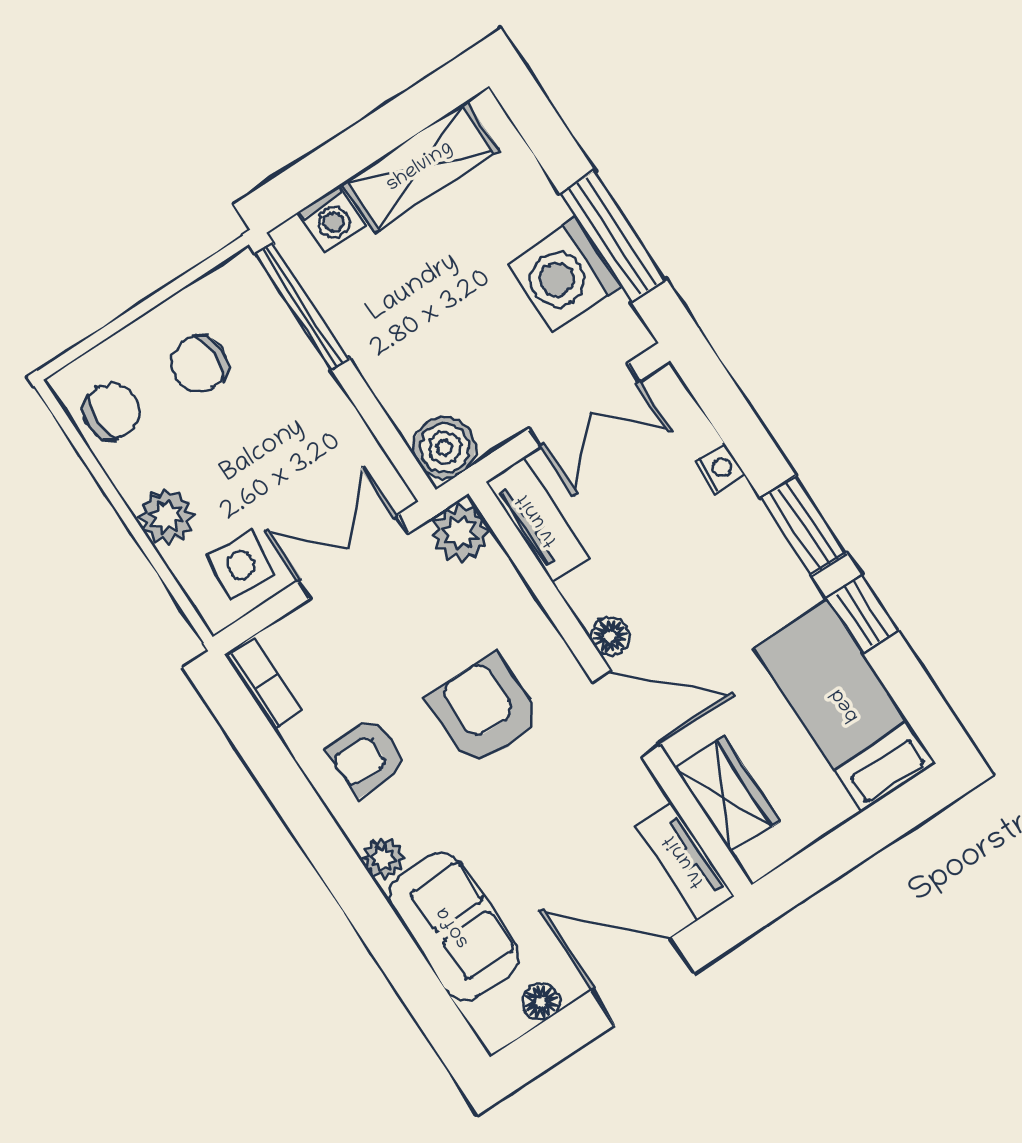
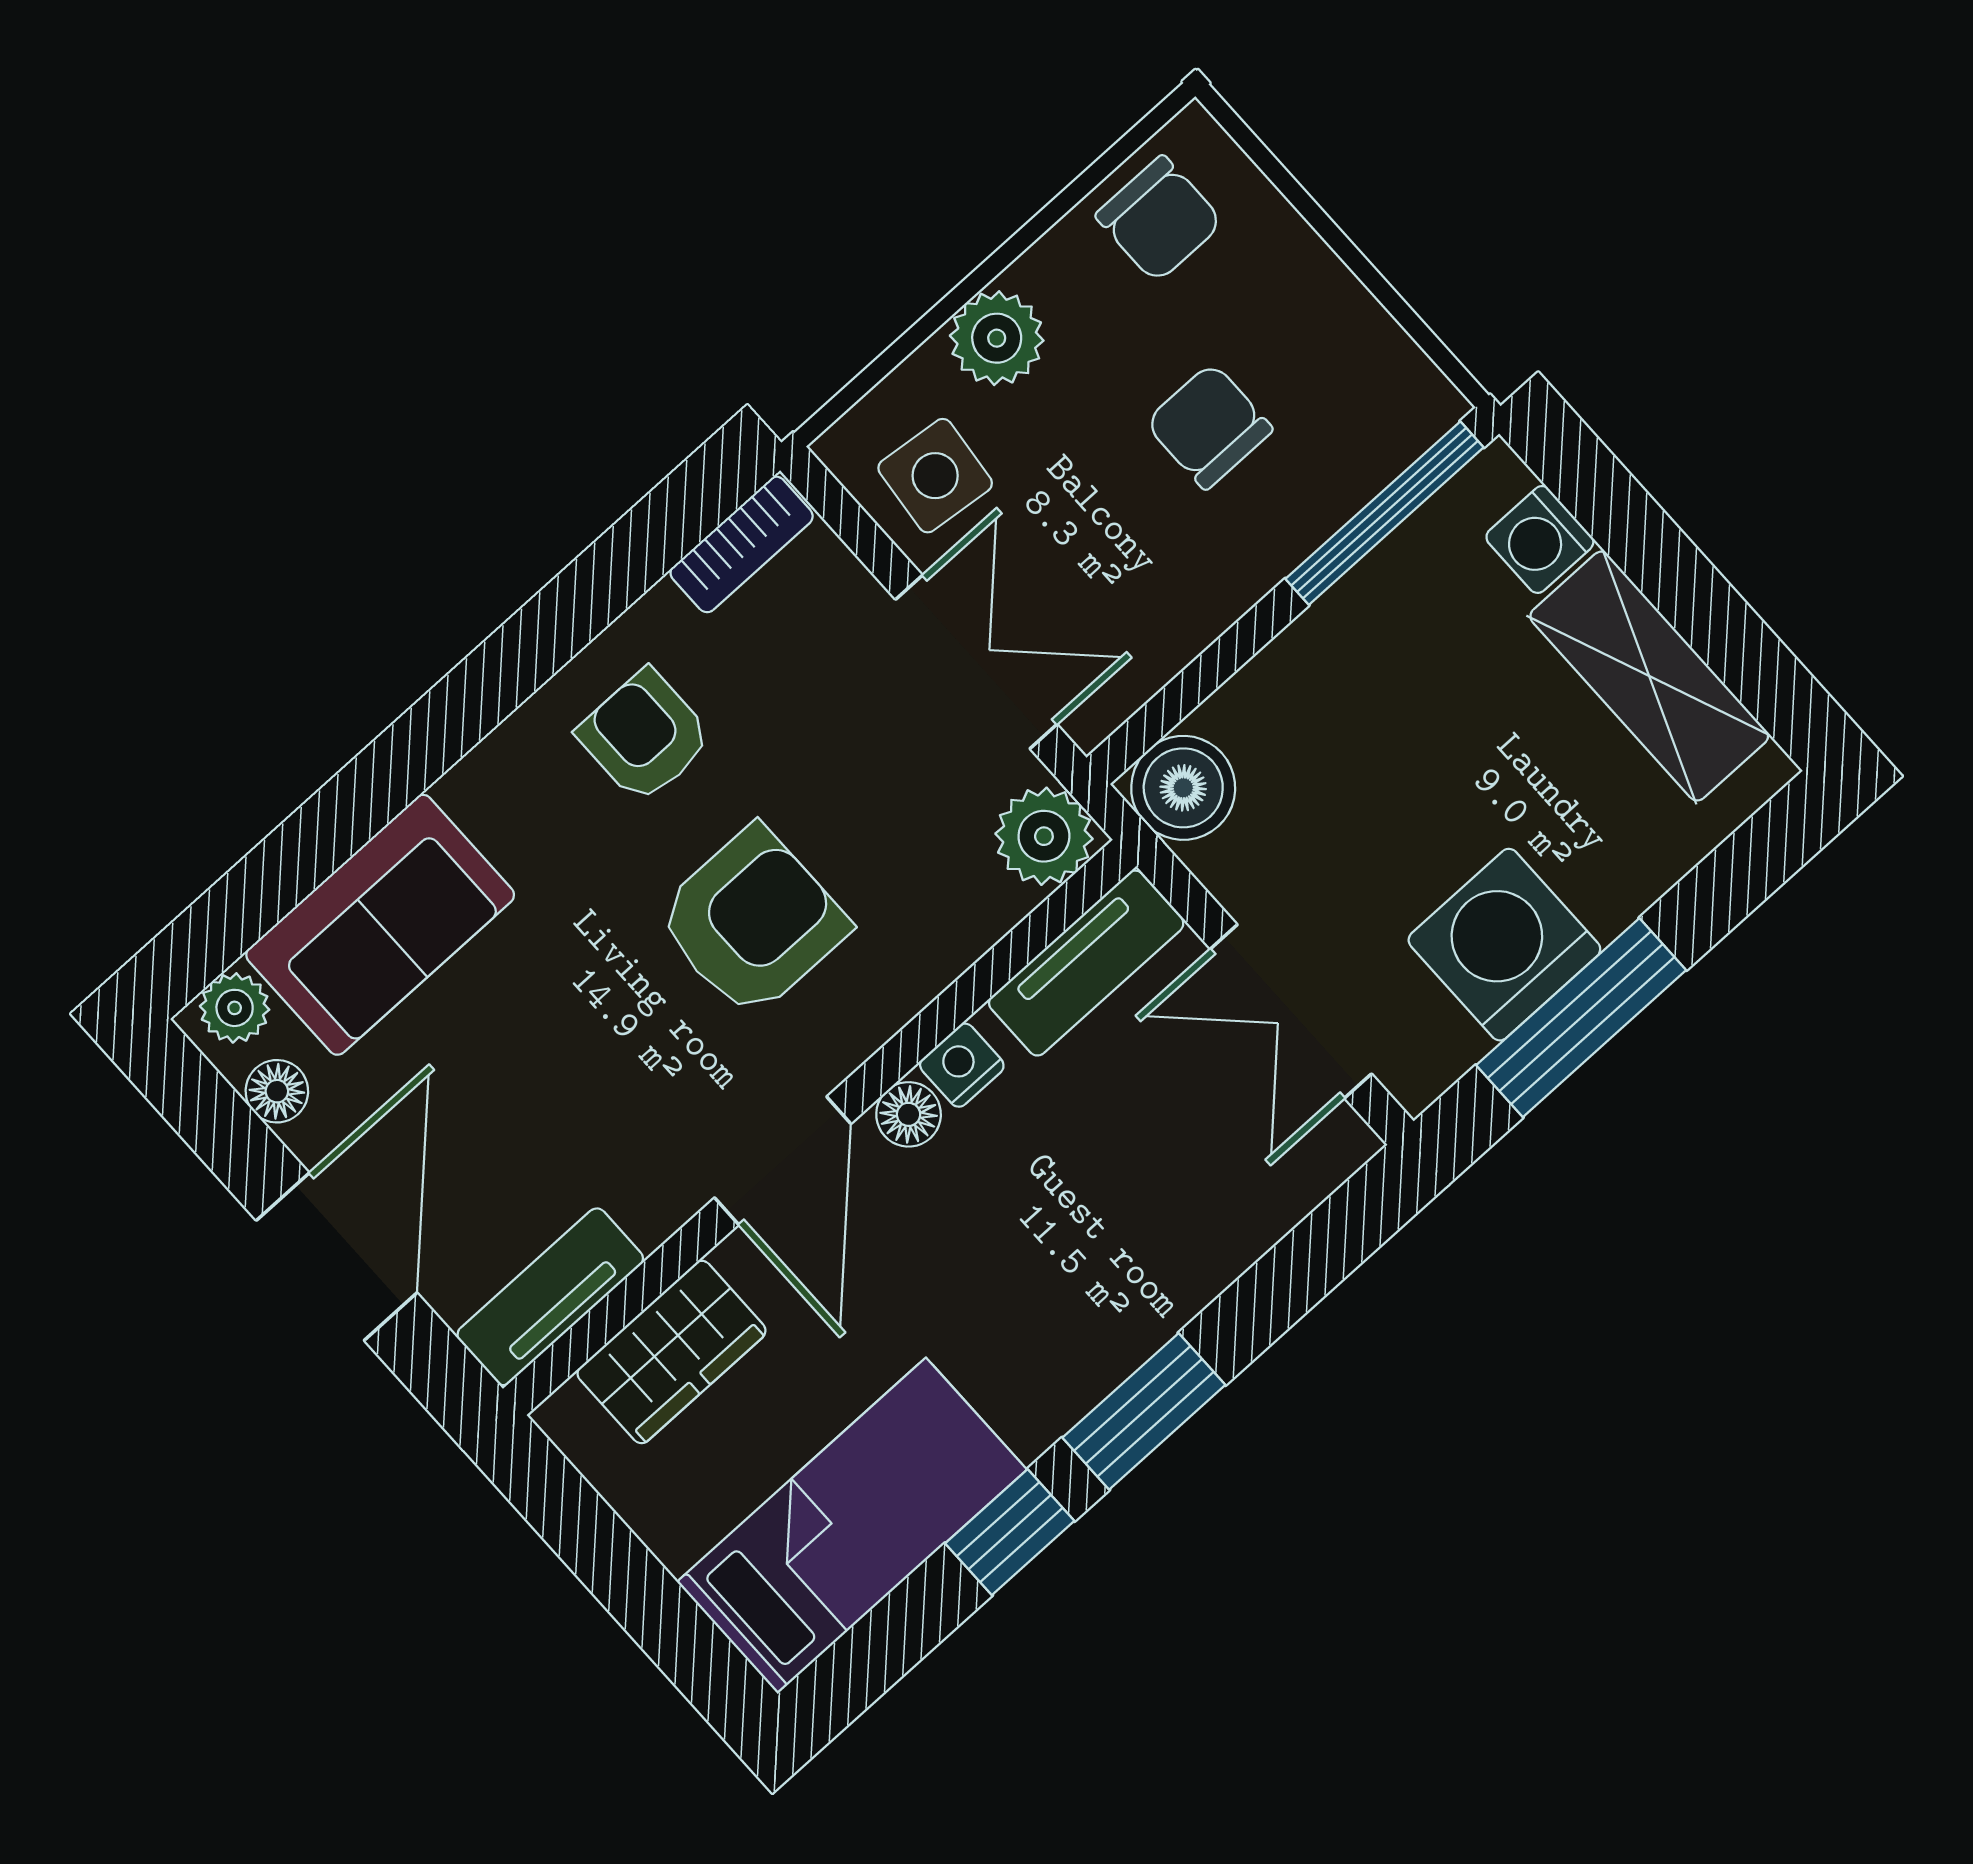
chair: (199, 364) -> (1209, 426), moved
nightstand: (720, 469) -> (962, 1065), moved, turned 180
plant: (383, 858) -> (235, 1008), moved

